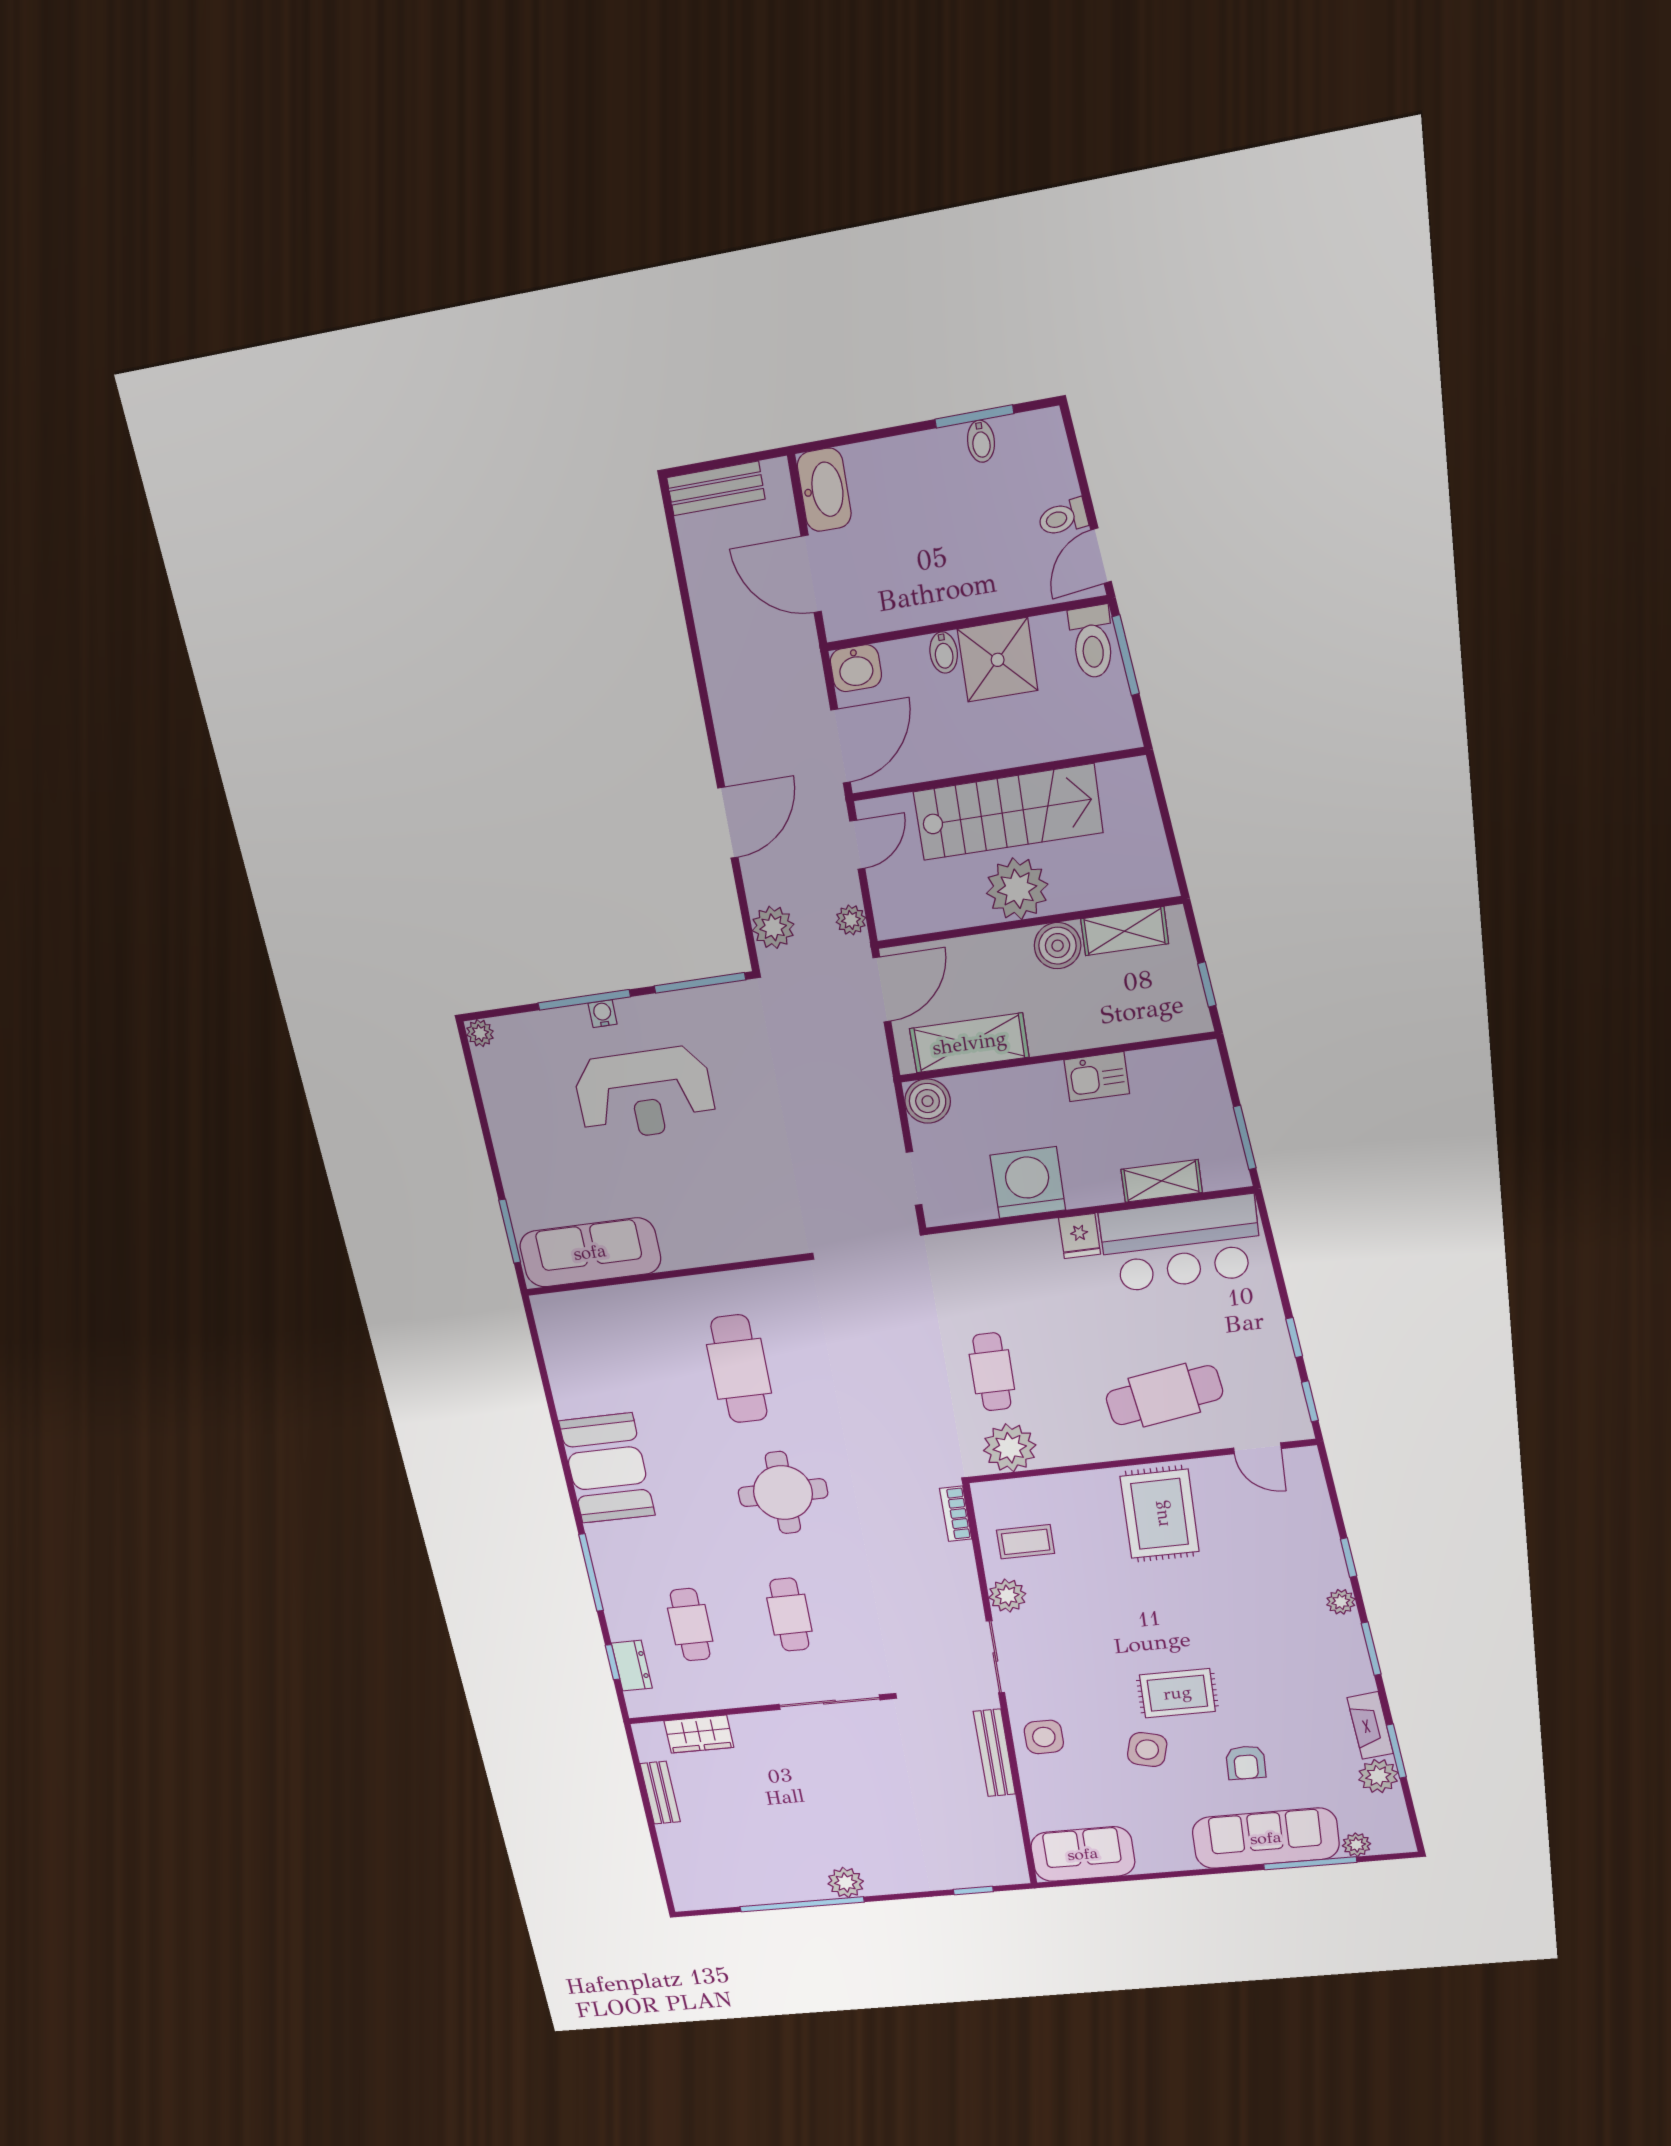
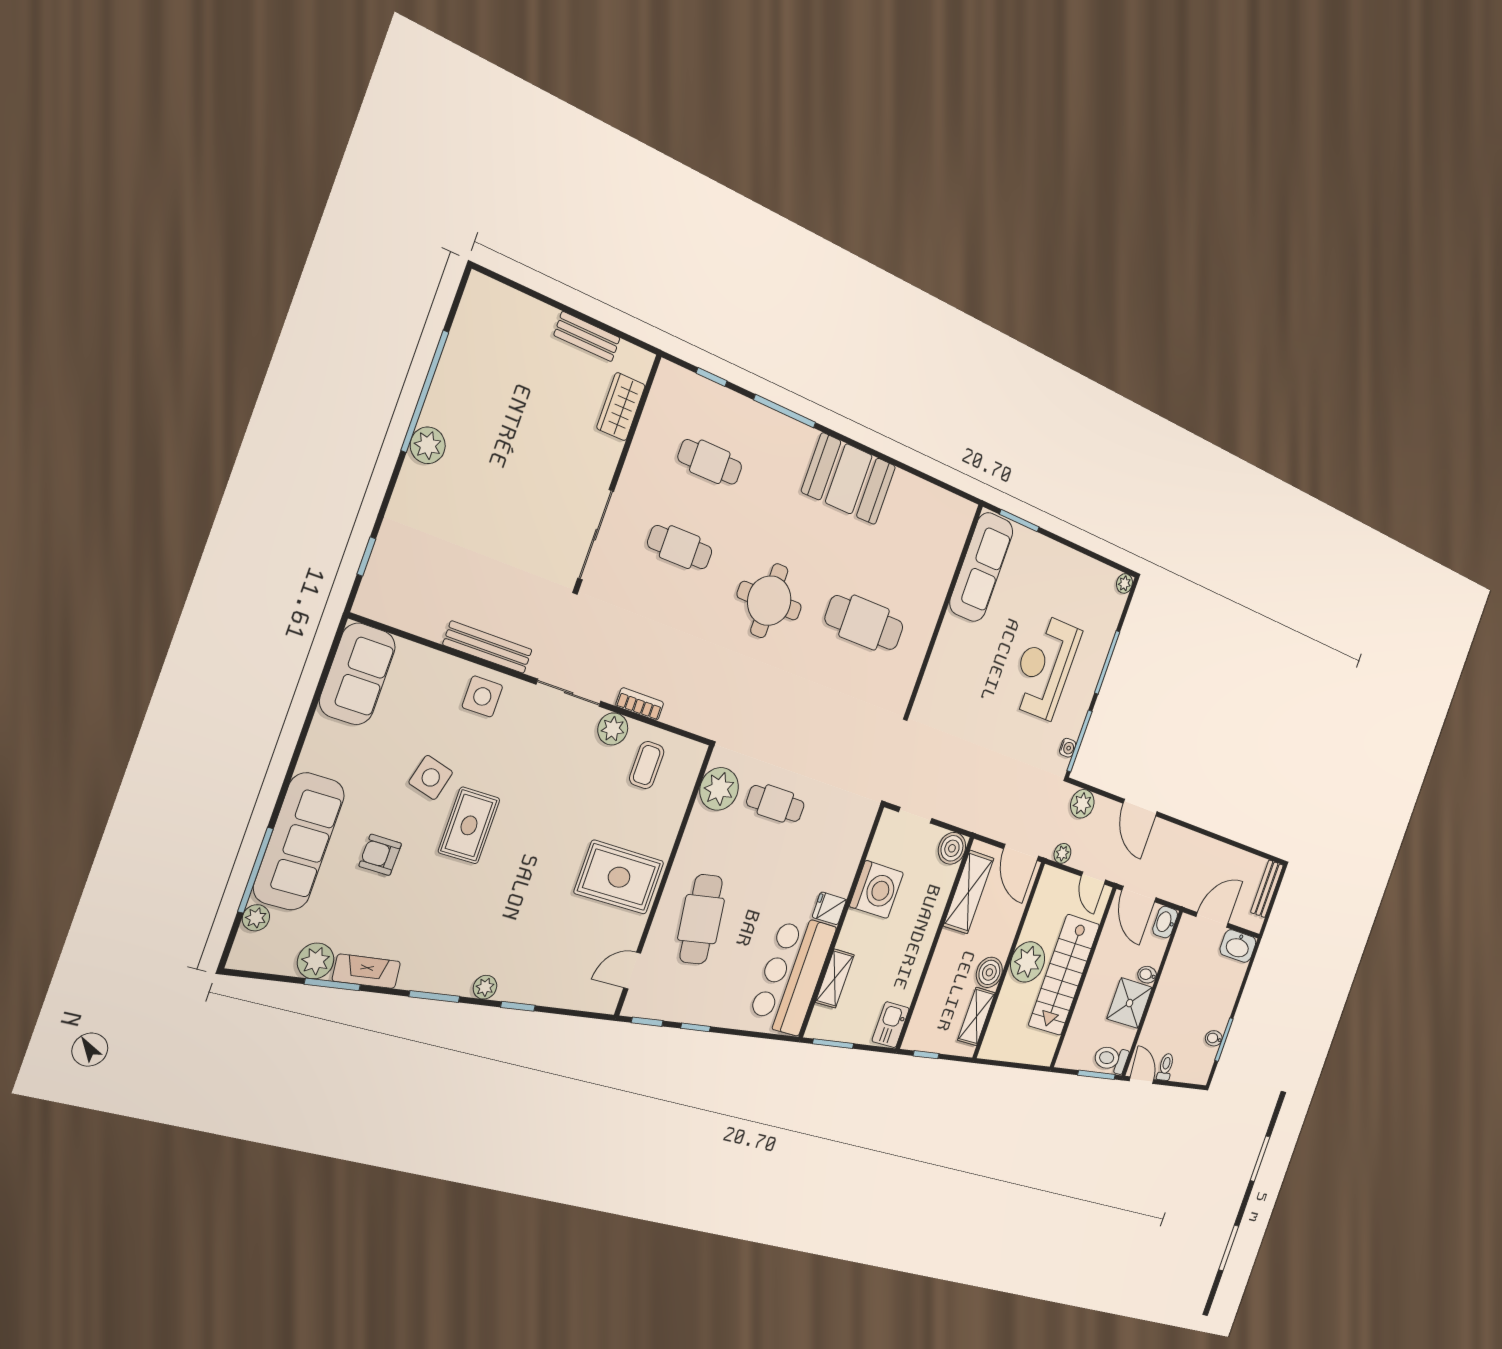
water cooler: (603, 1014) -> (1068, 748), moved
kitchen sink: (1097, 1077) -> (891, 1025), moved
bookcase: (956, 1514) -> (640, 704), moved
dresser: (632, 1666) -> (701, 391), removed

